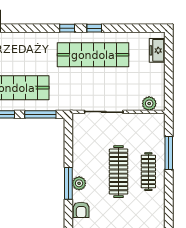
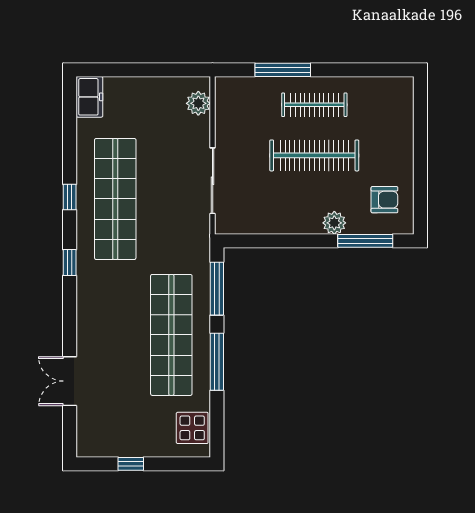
window: (67, 28) -> (70, 263), moved
freezer: (157, 50) -> (89, 97), moved, turned -90
window: (68, 183) -> (365, 241), moved
armchair: (81, 210) -> (384, 200), moved

